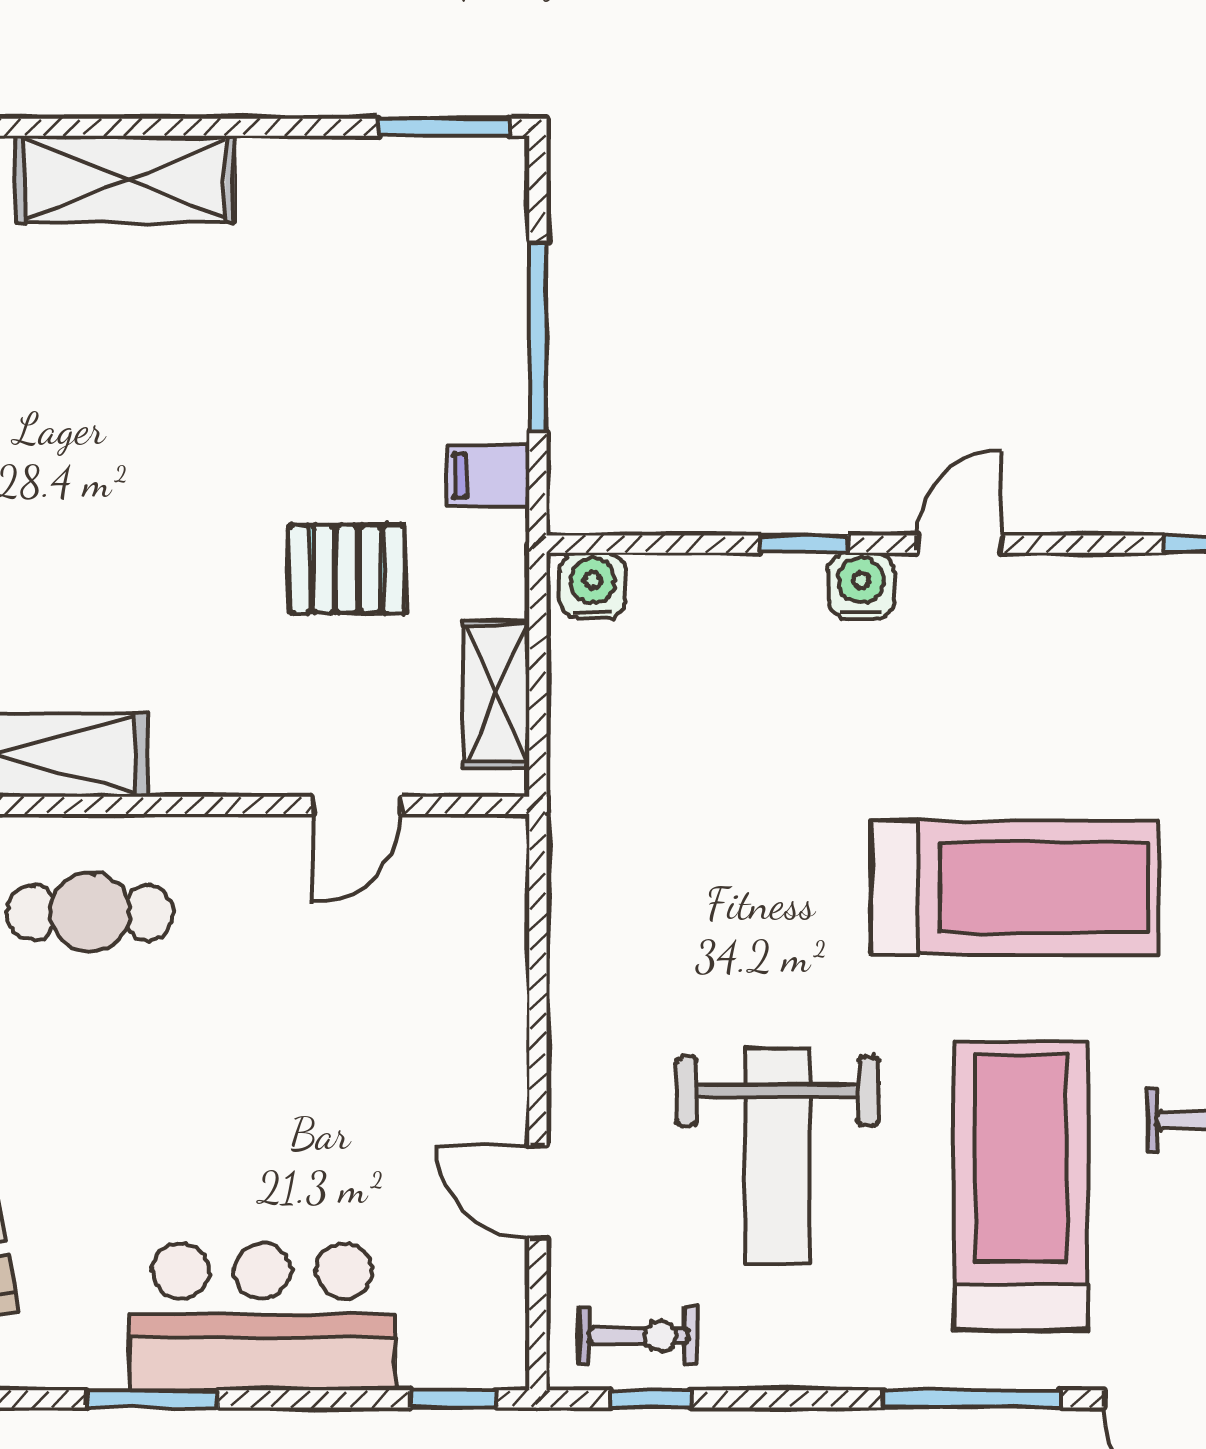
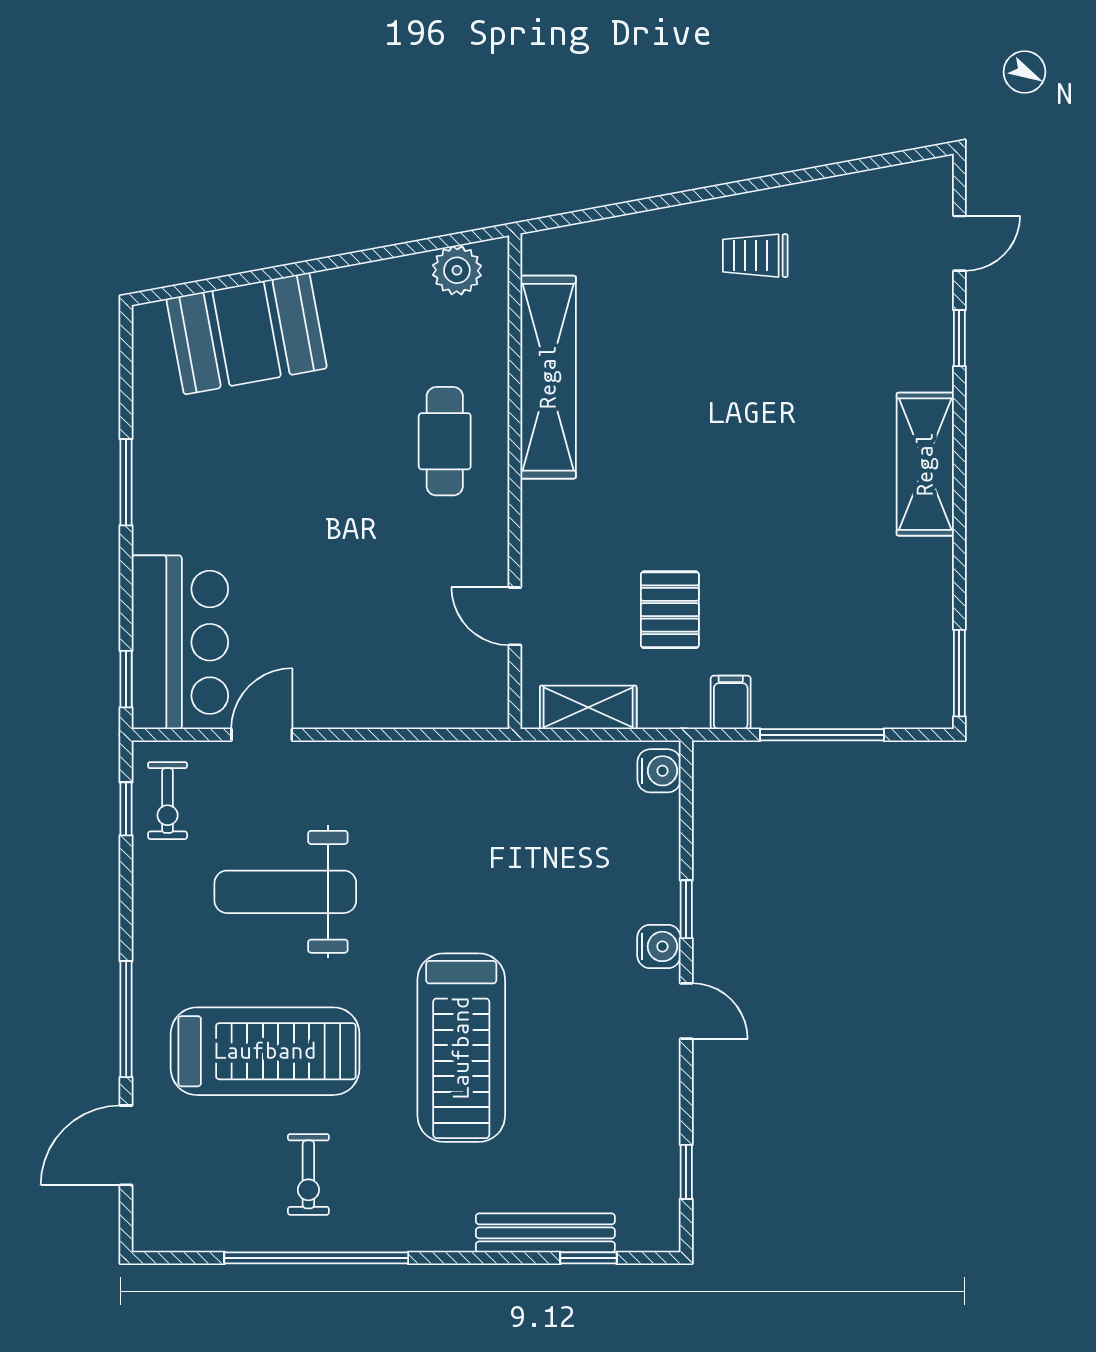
bar counter: (263, 1317) -> (180, 642), moved

